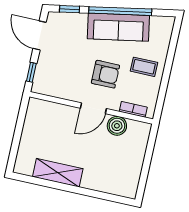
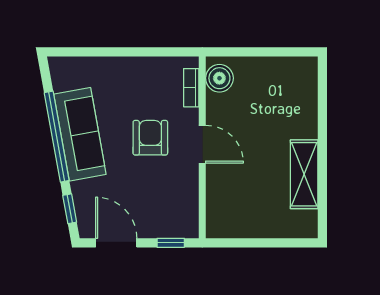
door: (40, 35) -> (116, 243), swing flipped
coffee table: (144, 67) -> (128, 86), removed
boiler: (117, 126) -> (219, 78), moved

